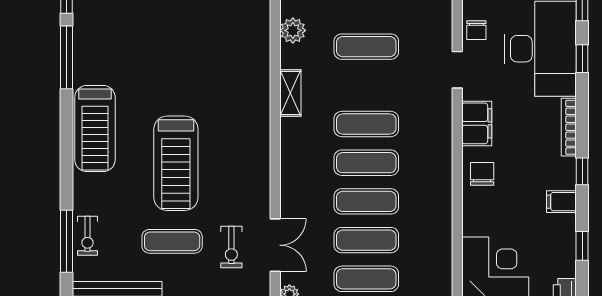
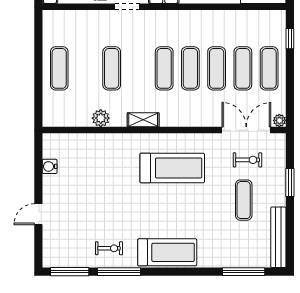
treadmill: (176, 163) -> (172, 168), moved
exercise bike: (88, 236) -> (109, 248), moved
double door: (275, 245) -> (246, 130), width x1.37

